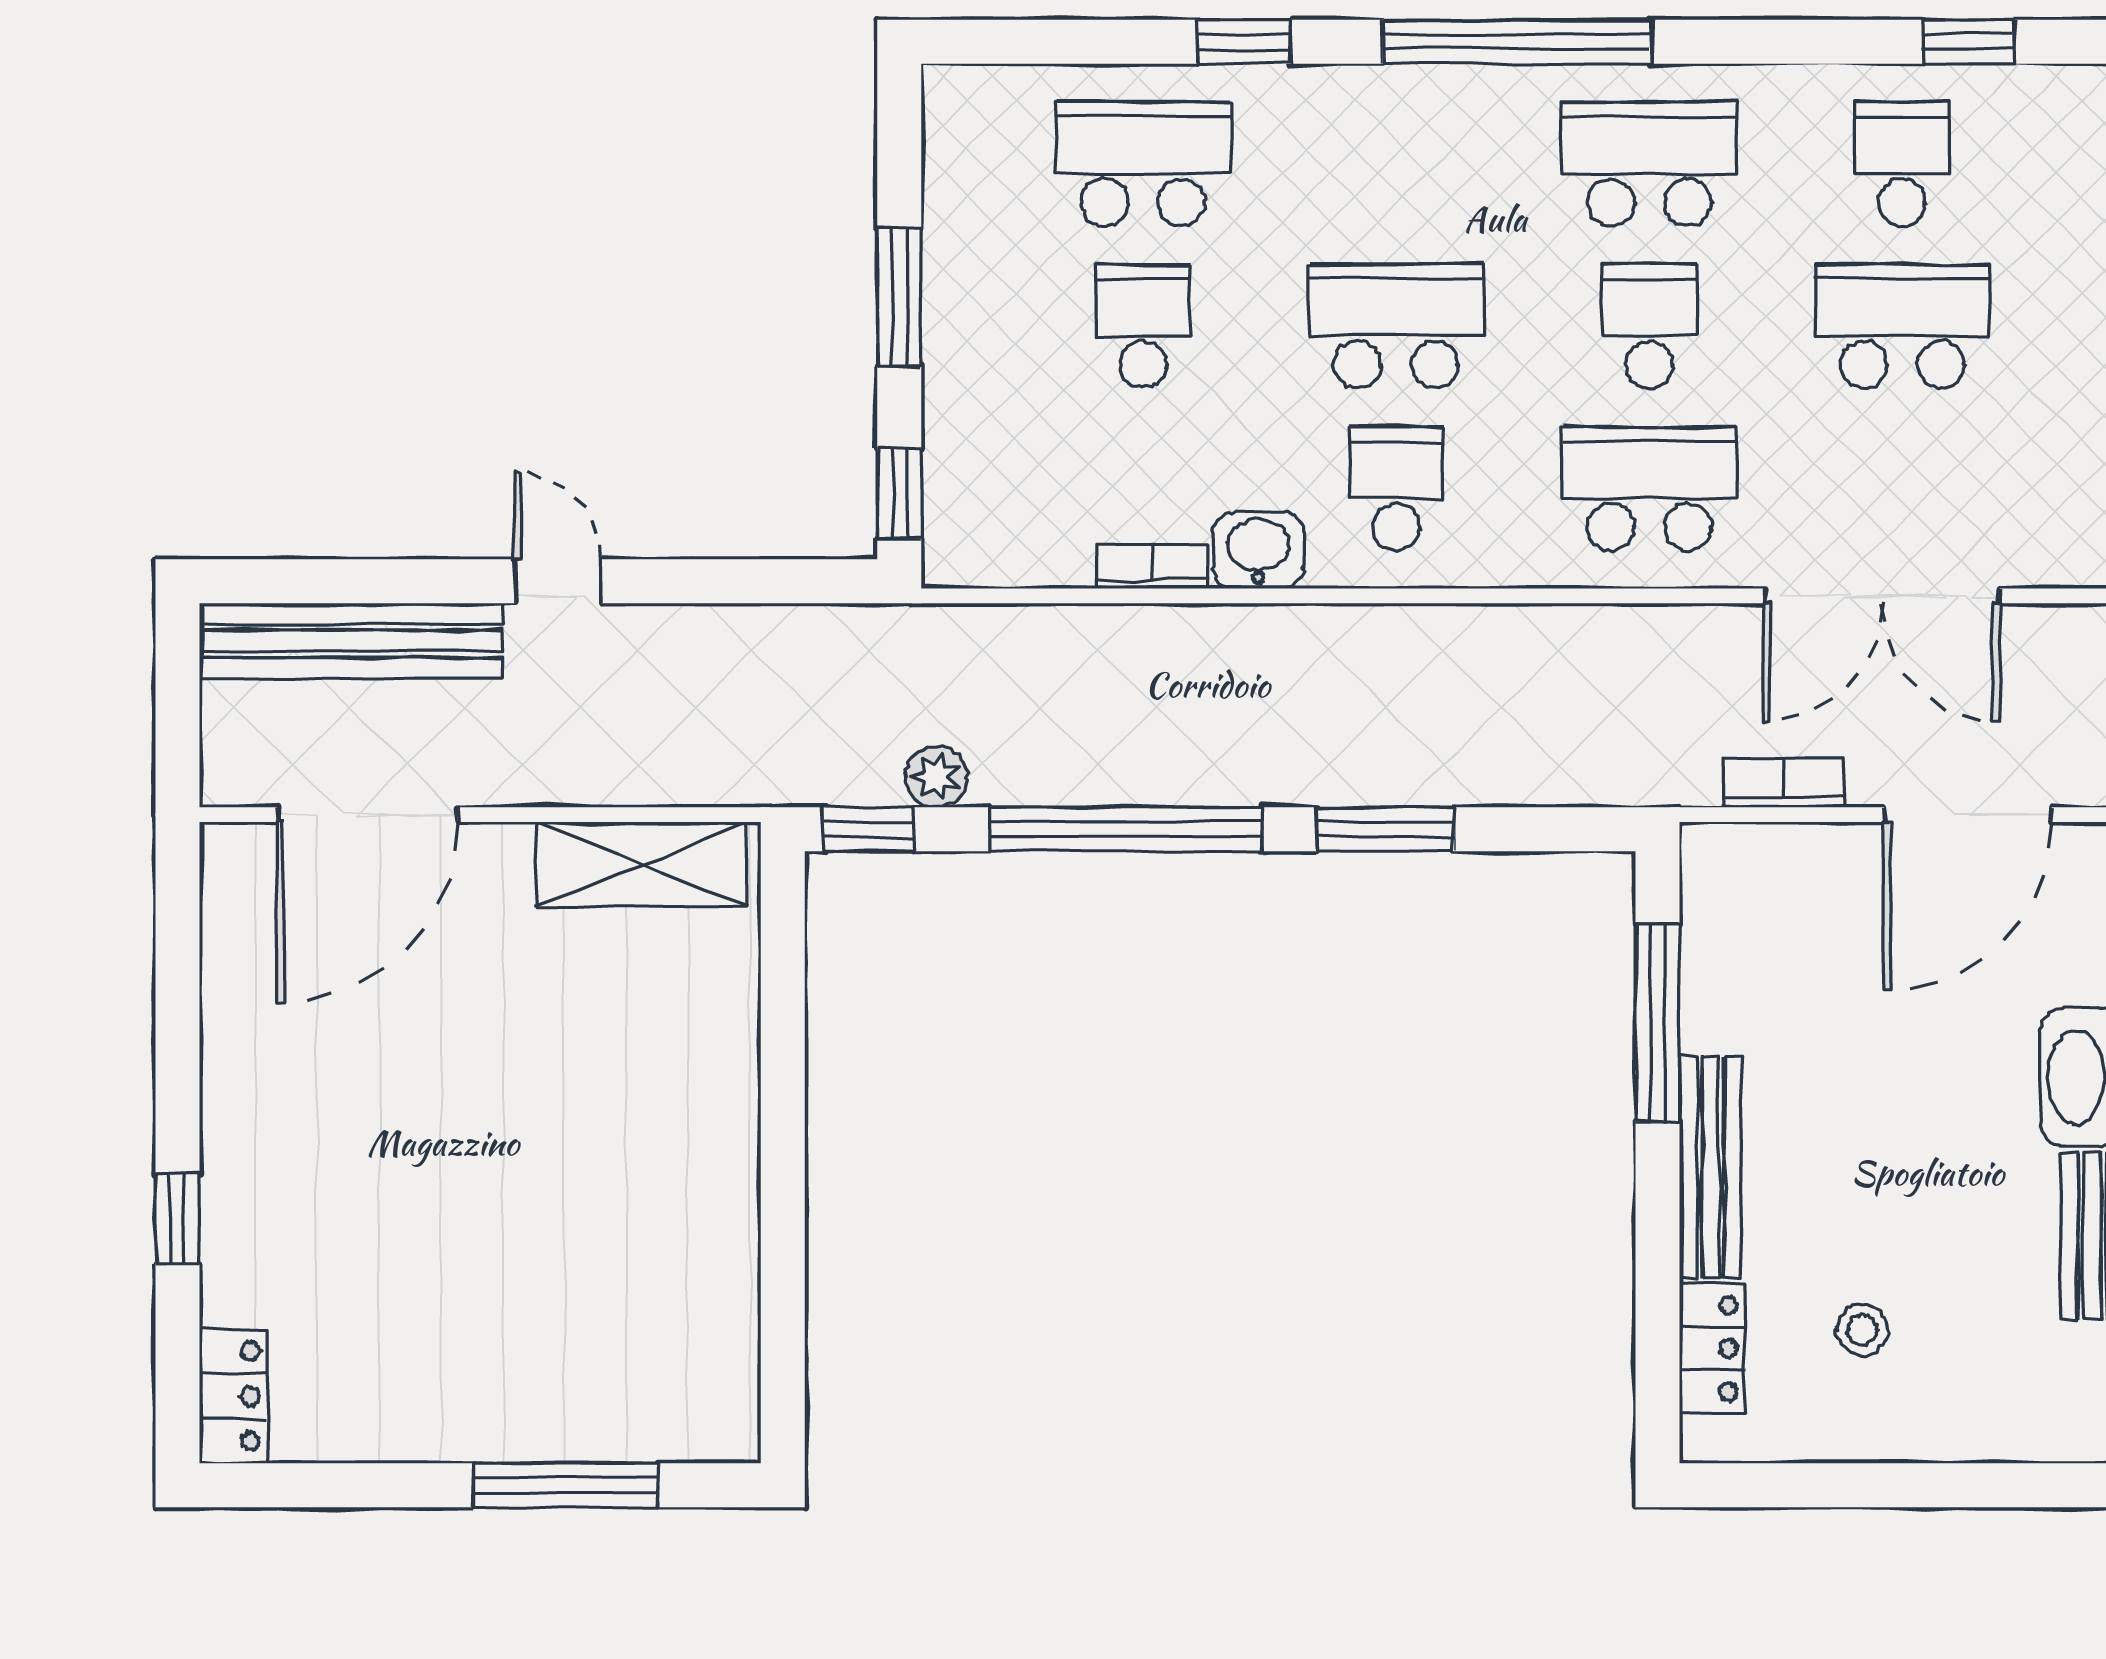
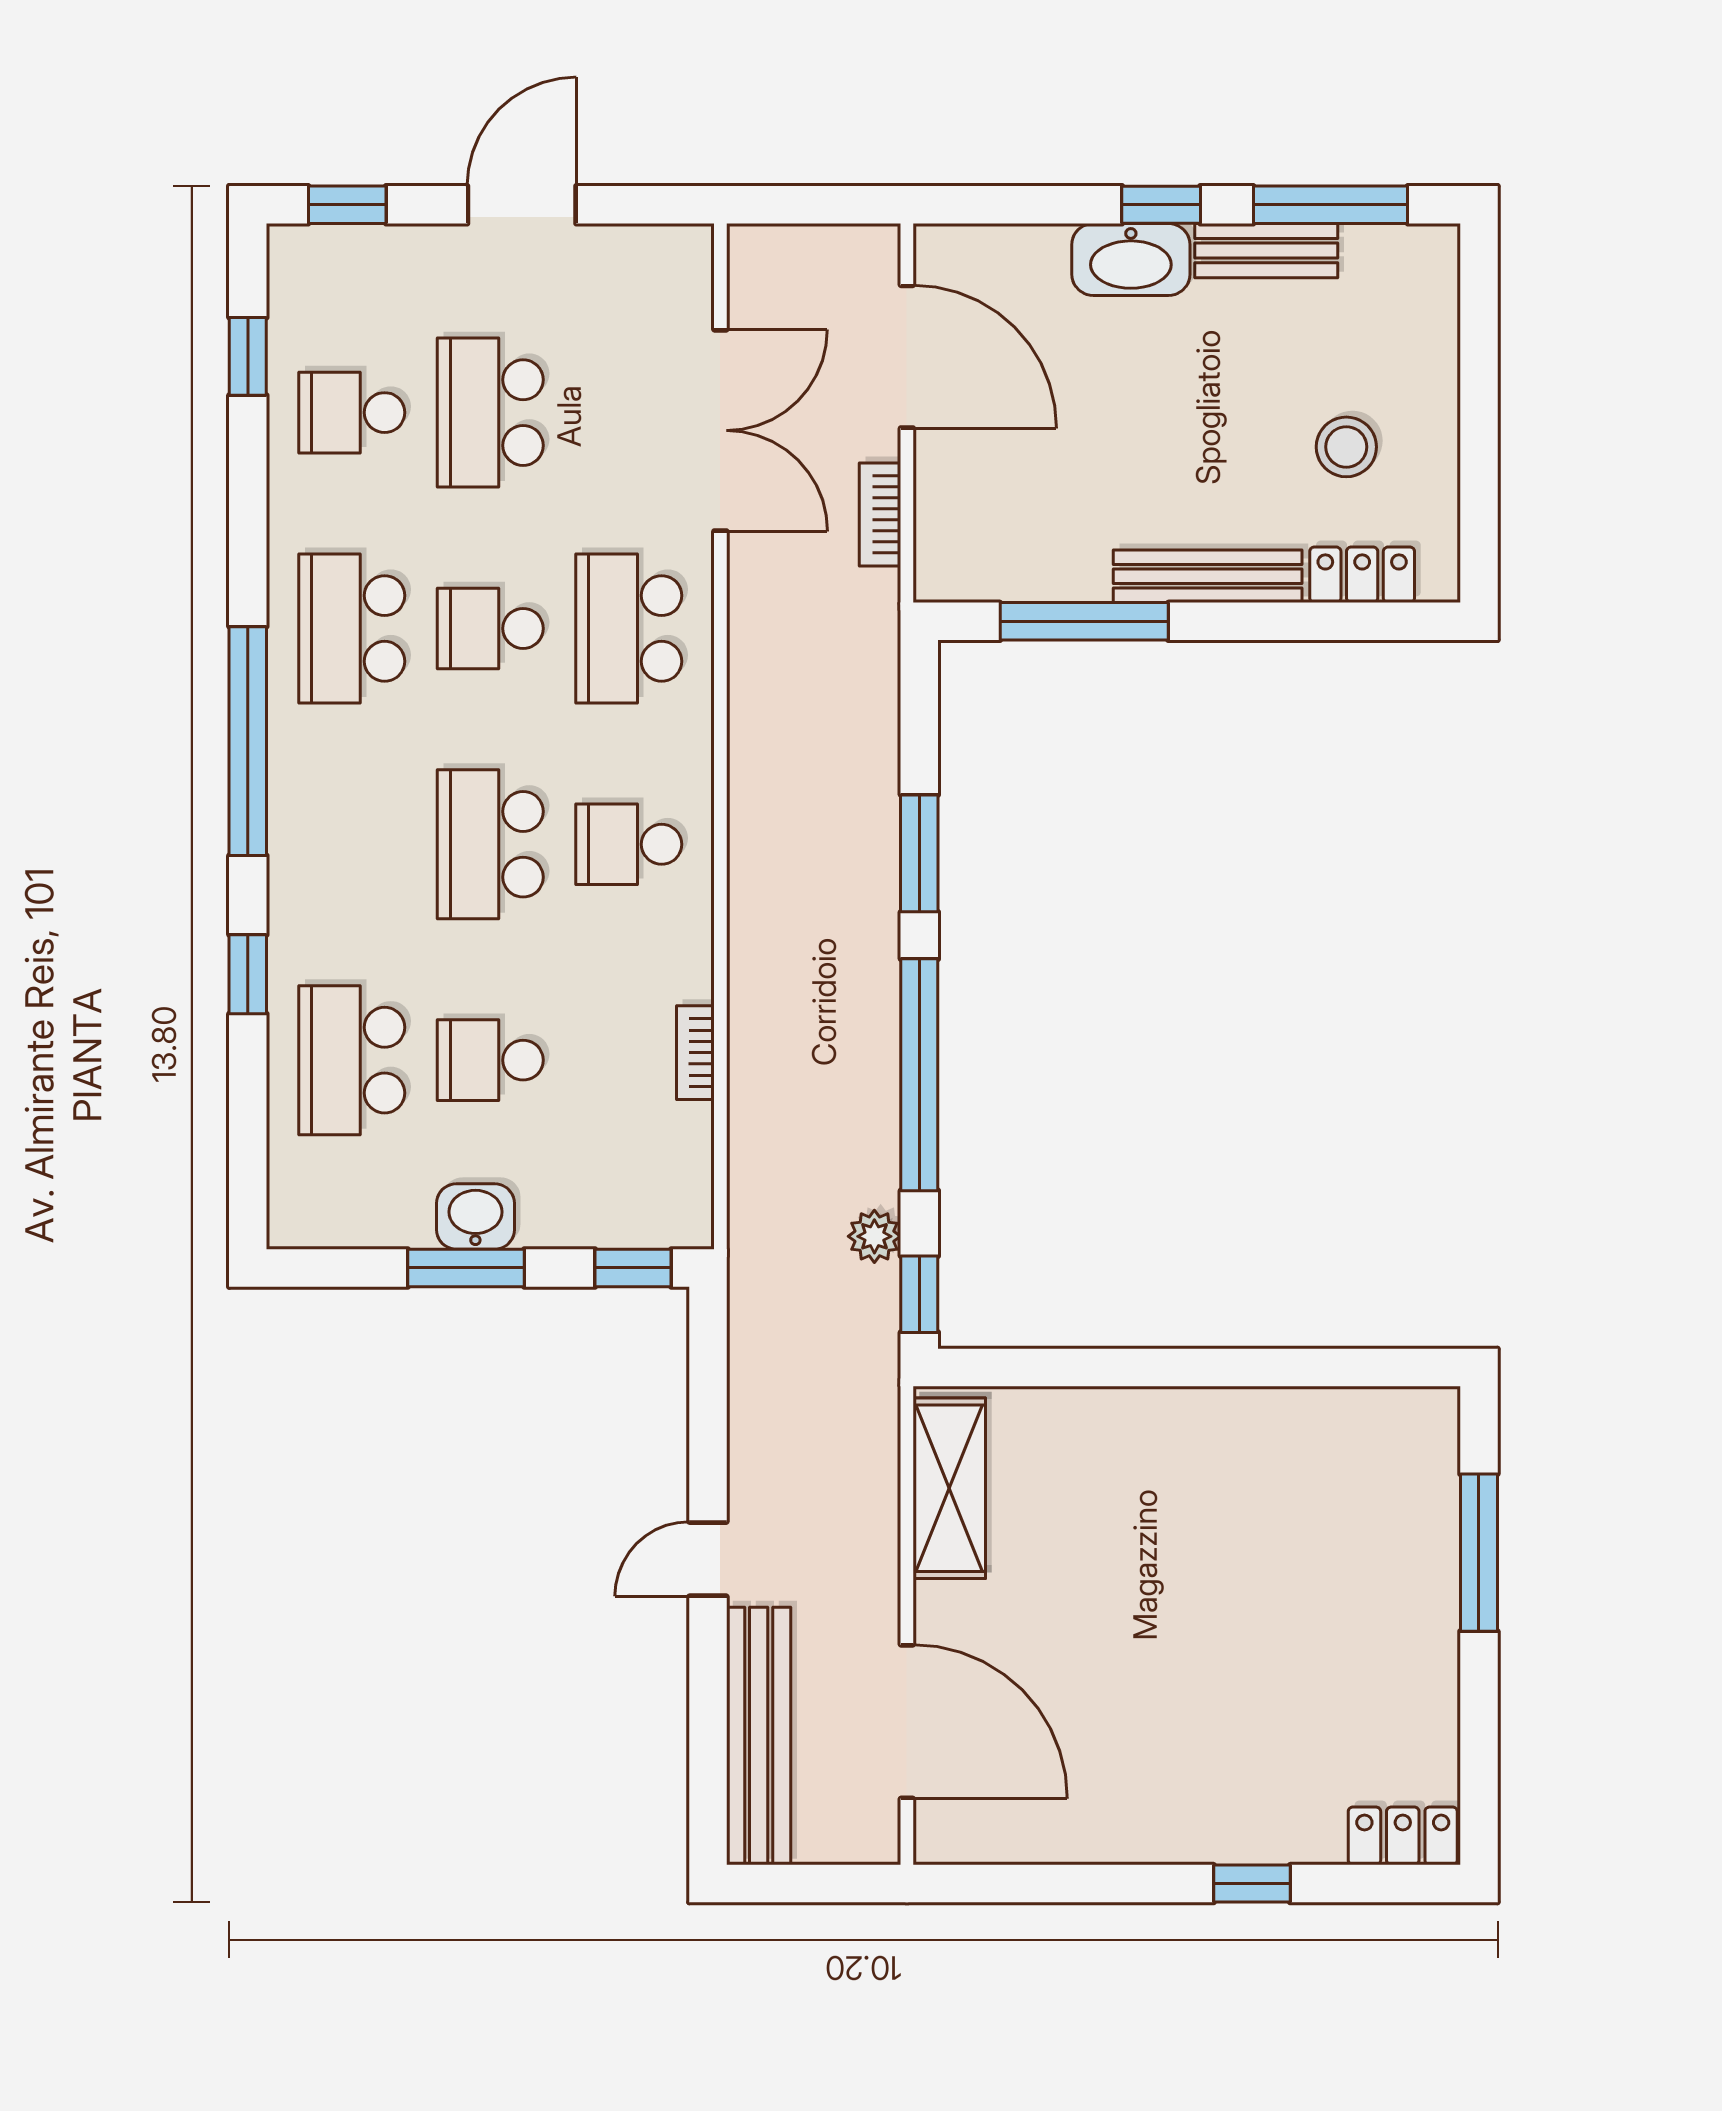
washbasin: (1258, 550) -> (475, 1217), moved, turned 90
stool: (1862, 1330) -> (1346, 447), width x1.37, depth x1.37

